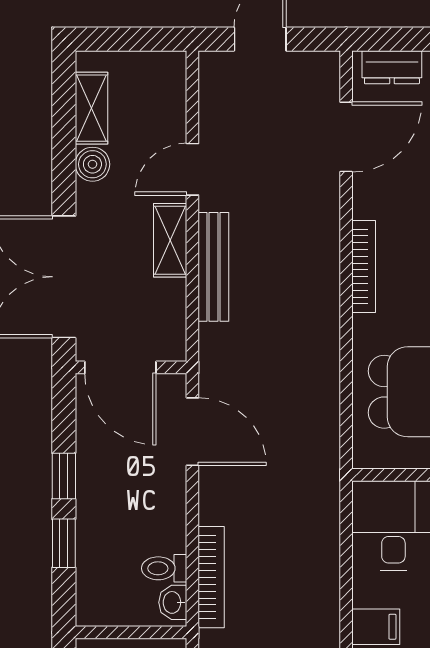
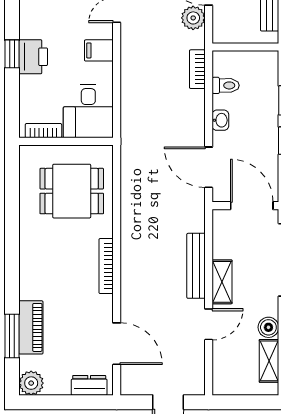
door: (346, 137) -> (117, 344), swing flipped
bookcase: (211, 577) -> (197, 69), width x0.64
washbasin: (173, 602) -> (220, 120), moved

